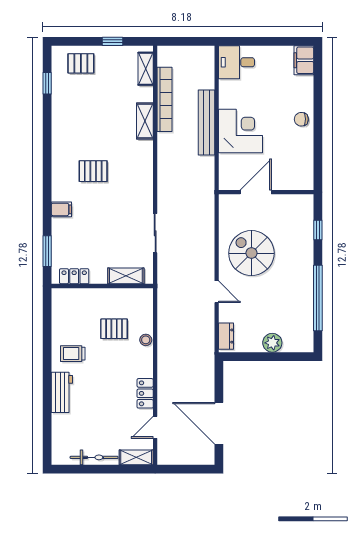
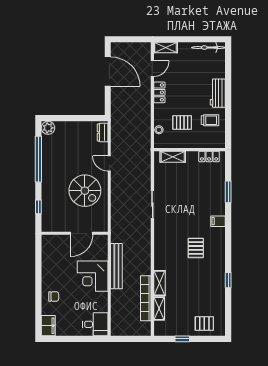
shelving: (146, 69) -> (159, 308), moved
window: (47, 83) -> (228, 280), moved
chair: (301, 119) -> (54, 297), moved
bench: (206, 123) -> (116, 266), moved
pallet: (93, 171) -> (196, 248), turned 90
locker: (74, 276) -> (209, 156), moved
shelving: (126, 276) -> (173, 157), moved
wall: (102, 286) -> (189, 150), moved
pallet: (114, 329) -> (182, 122), moved
plant: (272, 343) -> (48, 128), moved
bicycle: (94, 457) -> (208, 48), moved

